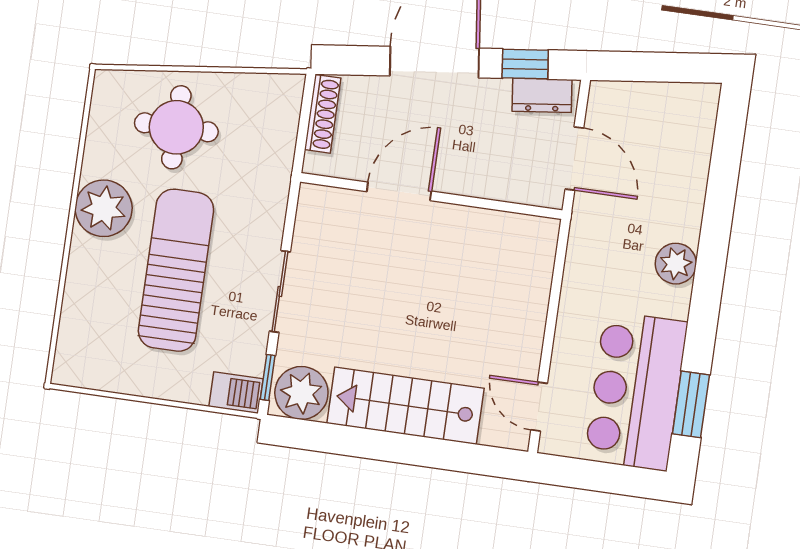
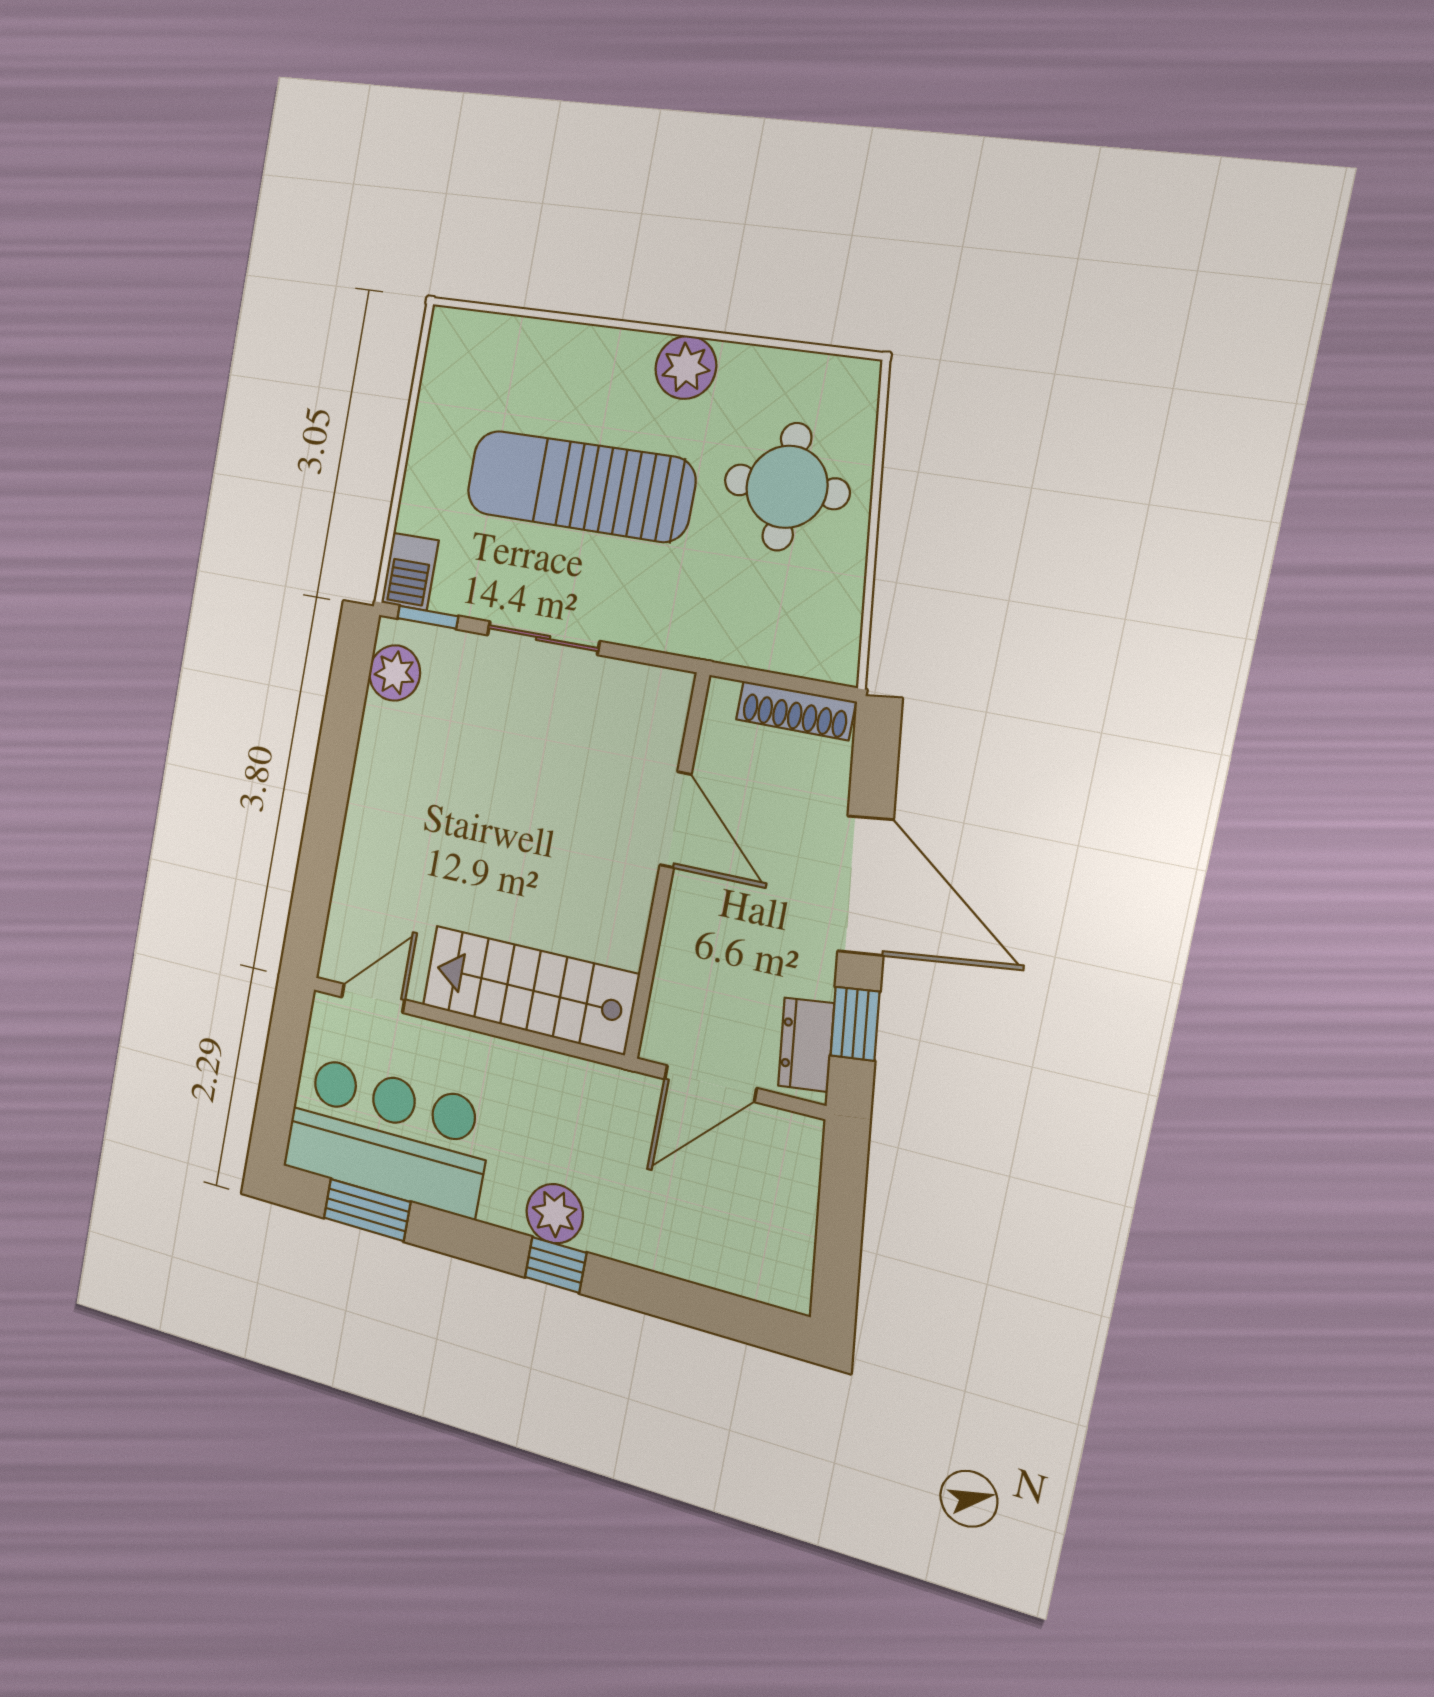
plant: (104, 208) -> (686, 367), width x0.73, depth x0.73
window: (711, 261) -> (556, 1265), added
sun lounger: (176, 270) -> (580, 486), turned 180
plant: (301, 393) -> (395, 673), width x0.73, depth x0.73
stairs: (406, 406) -> (529, 990), moved, turned -90

